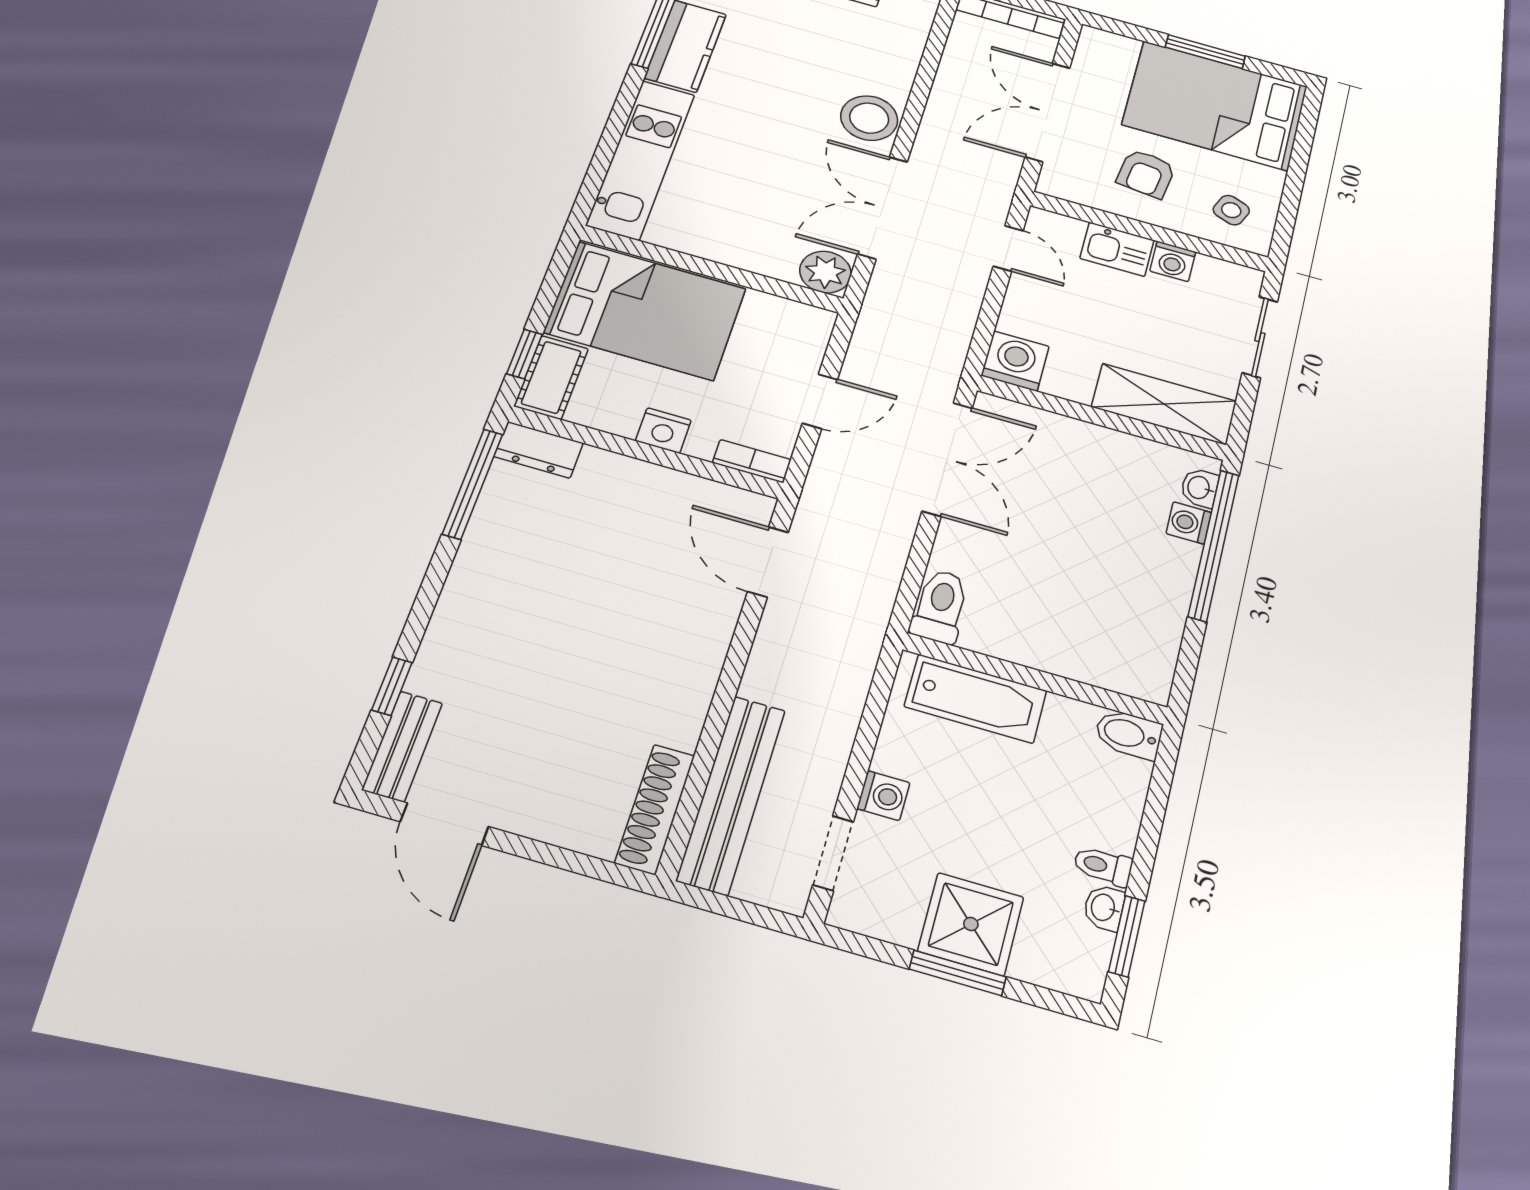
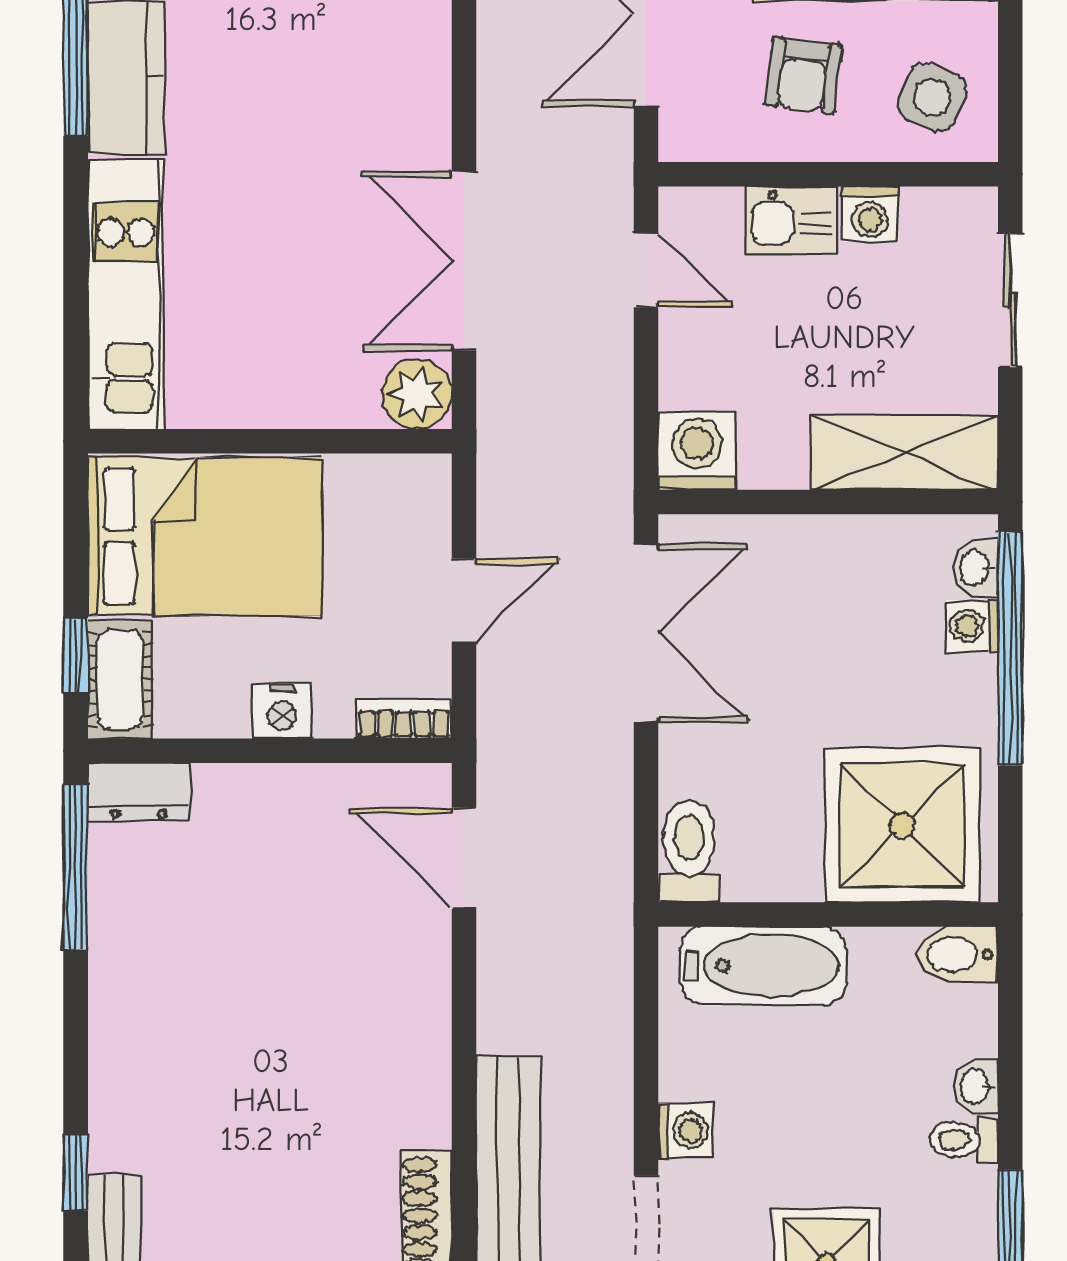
stool: (869, 118) -> (407, 114), removed
side table: (1231, 210) -> (932, 97), width x1.37, depth x1.37
shower: (1106, 635) -> (902, 825), added
washbasin: (1104, 908) -> (976, 1087), moved

